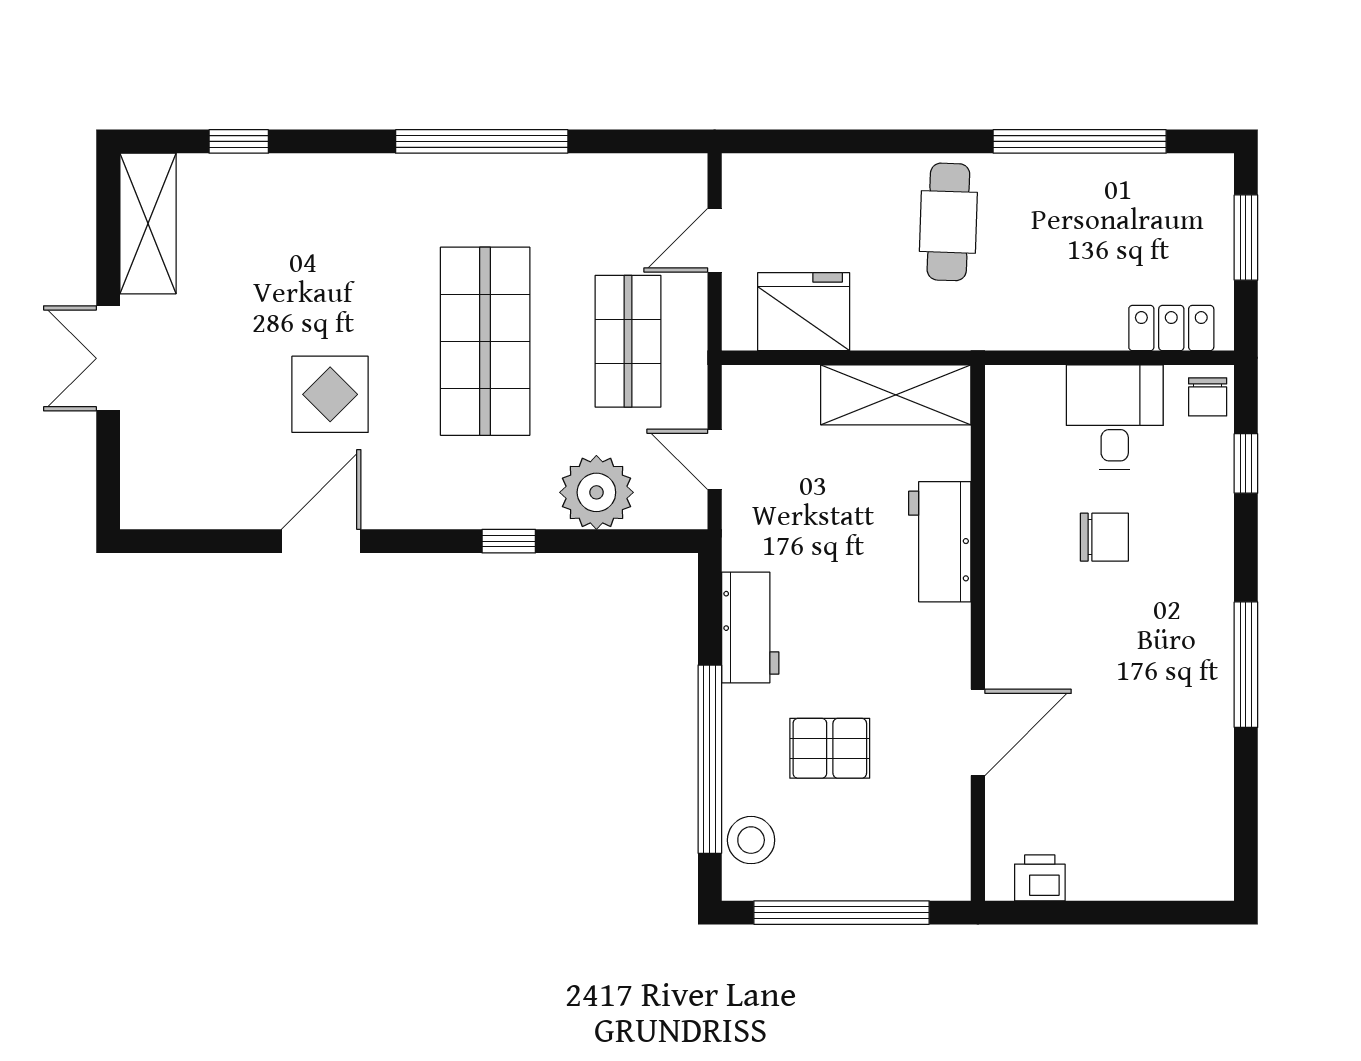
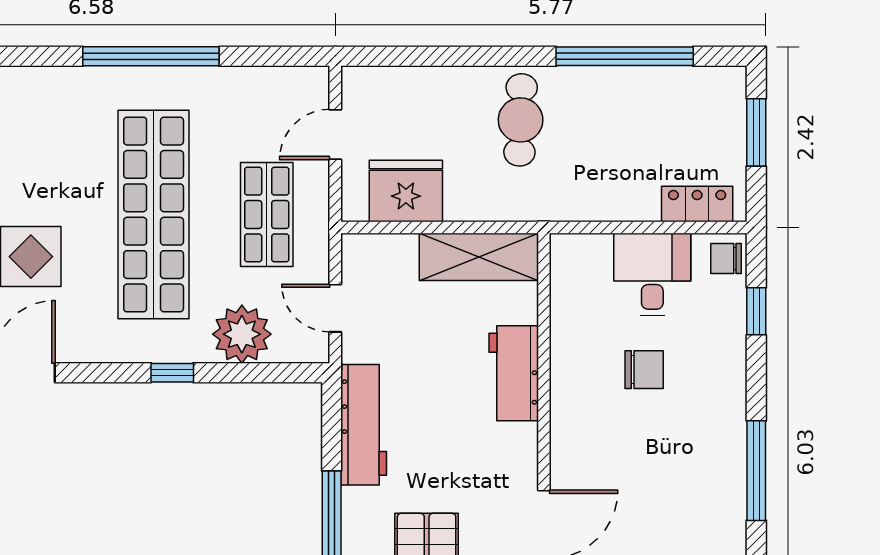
shop shelf: (485, 341) -> (154, 215), width x1.40
chair: (1208, 397) -> (726, 259), turned 90
workbench: (750, 628) -> (364, 425), width x1.38

